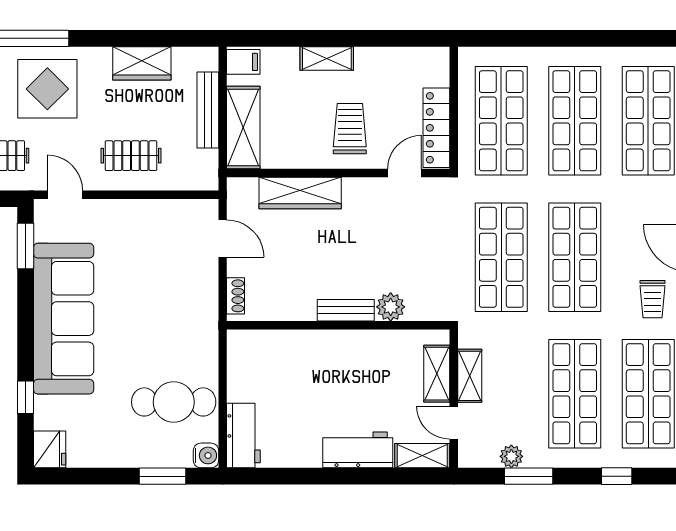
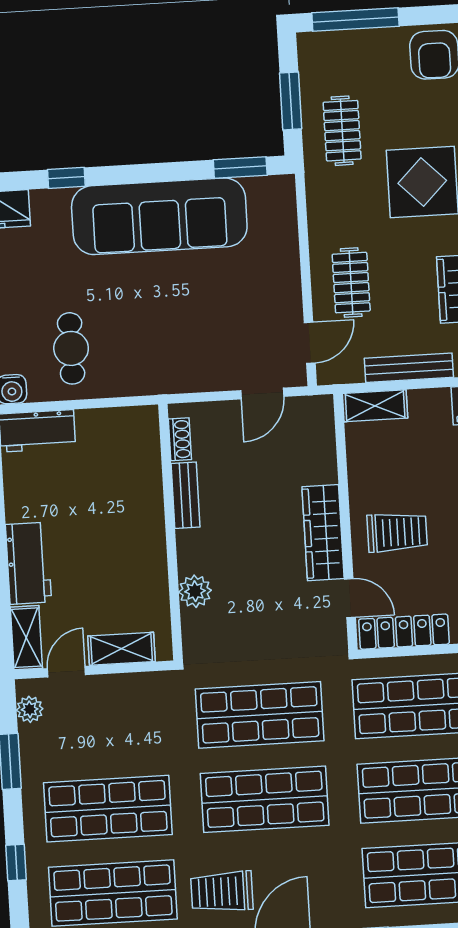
shelving: (243, 127) -> (375, 406), width x0.67, depth x0.75
wardrobe: (300, 193) -> (323, 533), moved
door: (65, 195) -> (310, 343), moved
shoe rack: (236, 296) -> (180, 439), moved, turned -90
trolley: (653, 299) -> (222, 892), width x1.36, depth x1.39
bench: (346, 310) -> (185, 495), moved
shelving: (470, 376) -> (121, 687), removed
cafe table: (174, 402) -> (71, 348), width x0.73, depth x0.74
plant: (511, 456) -> (30, 709), moved

